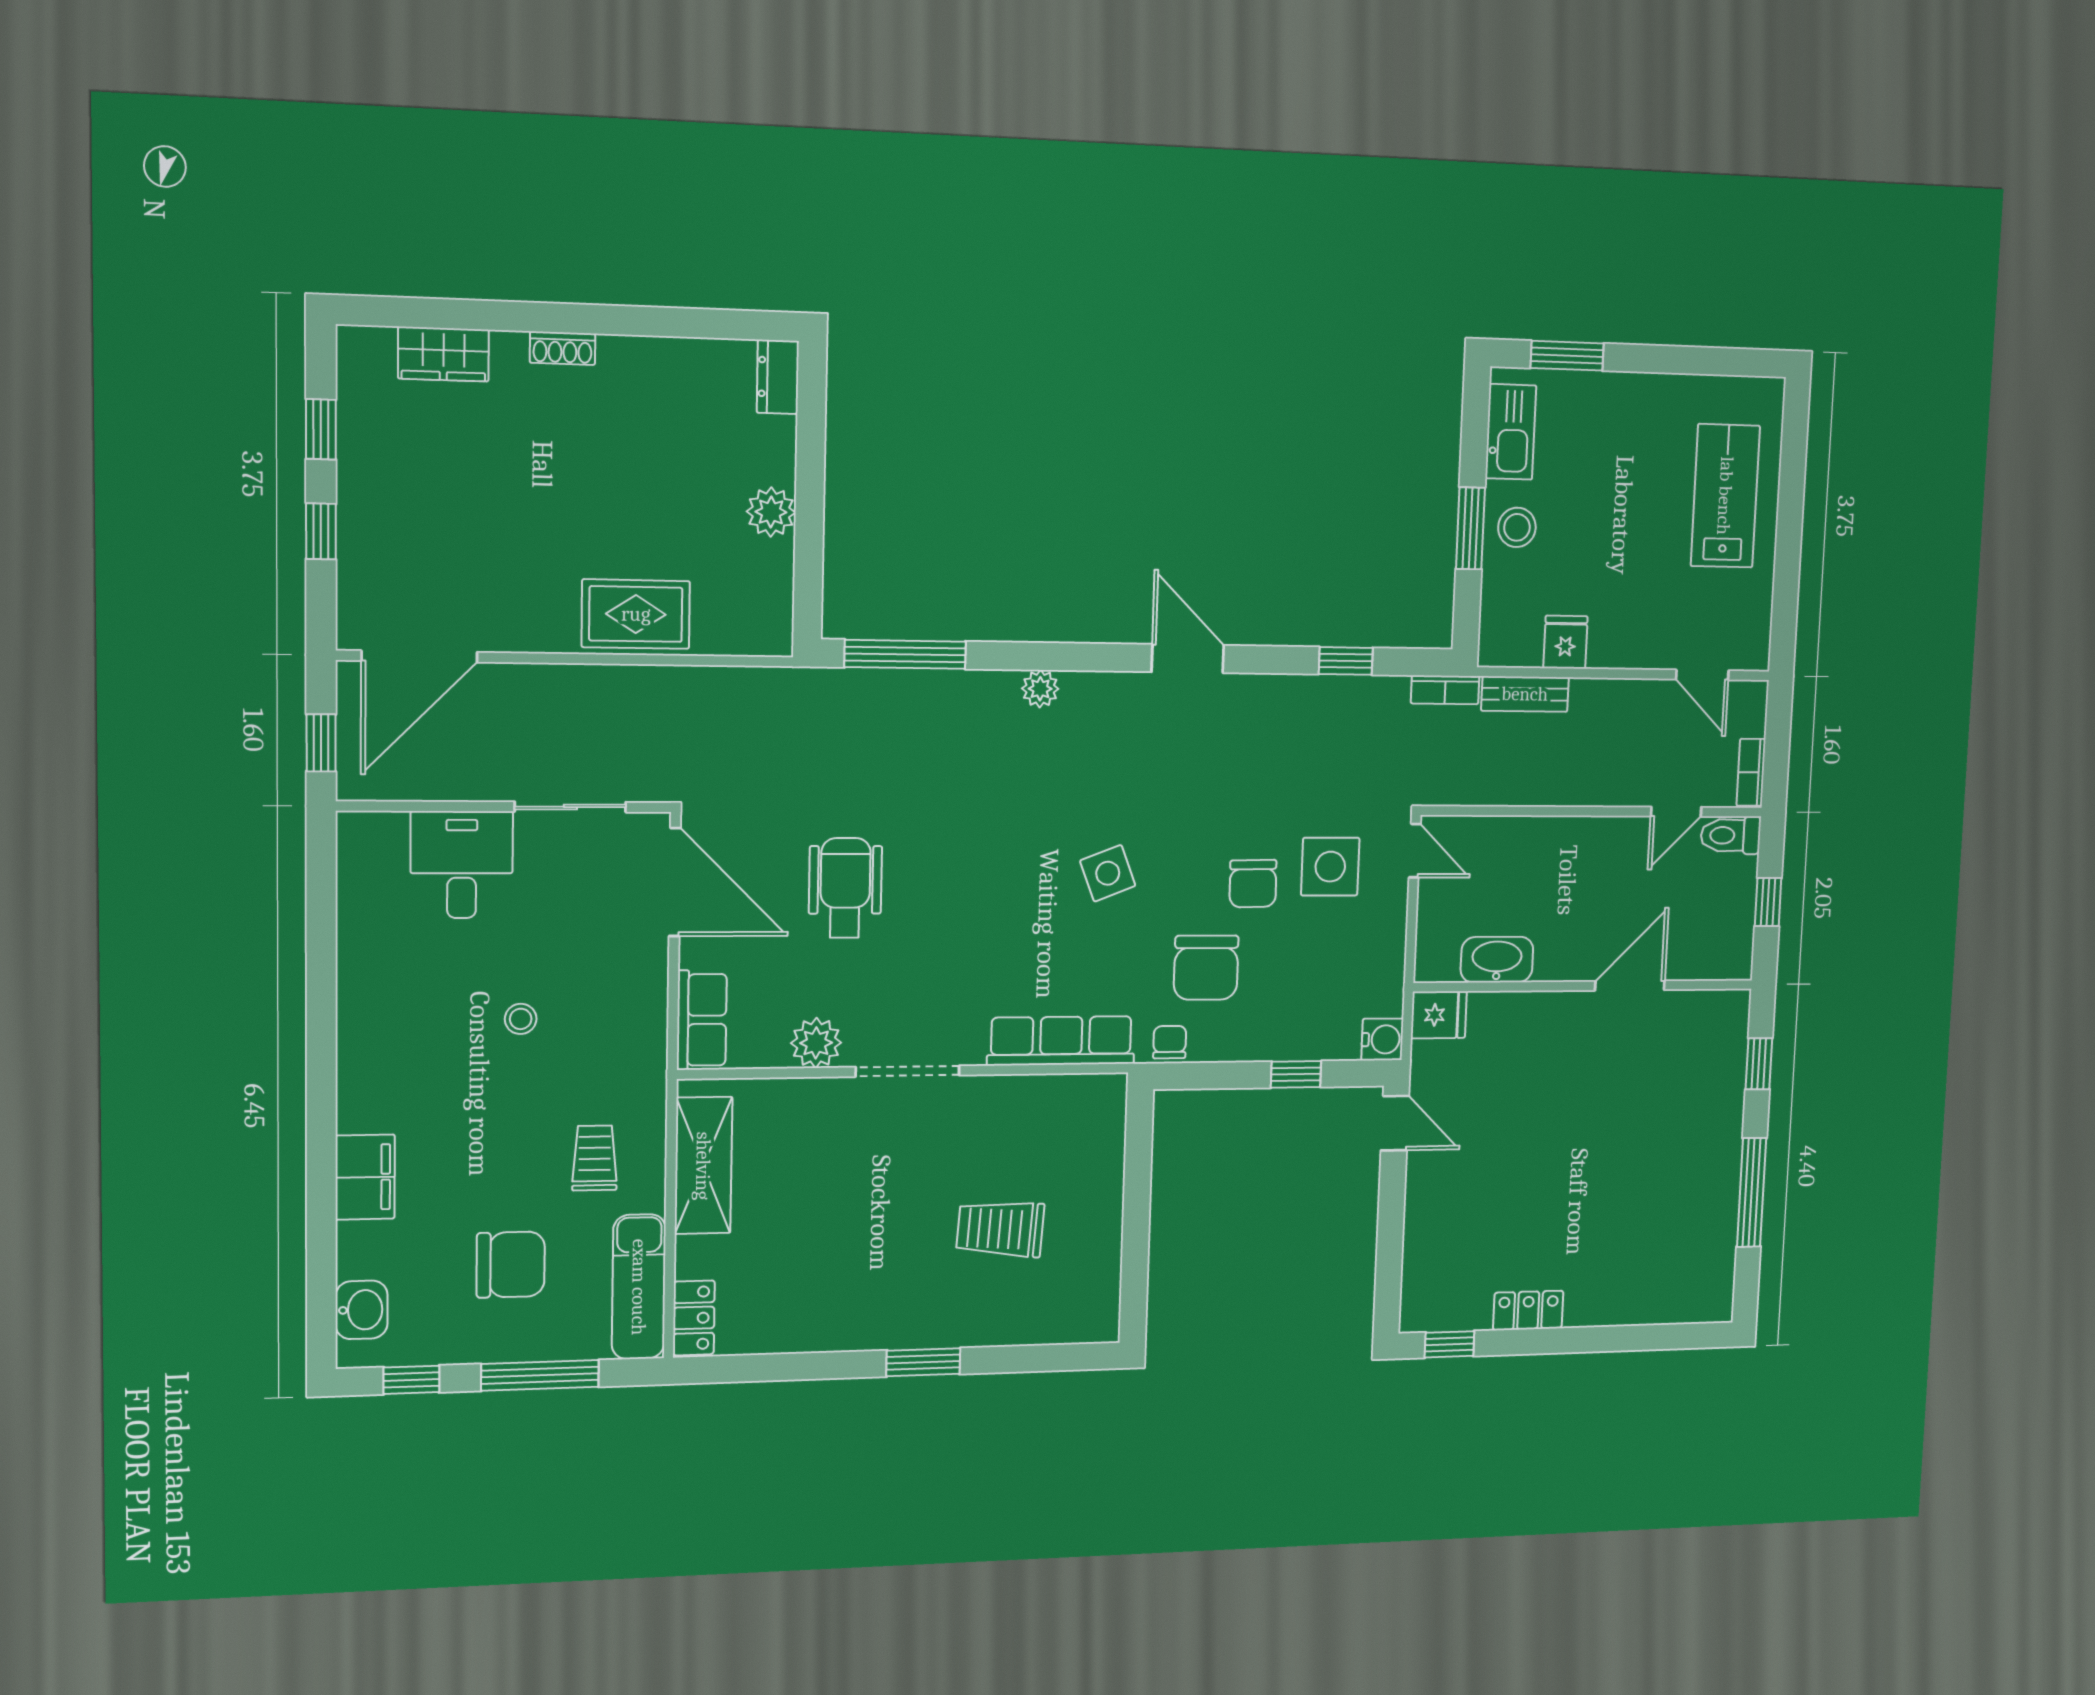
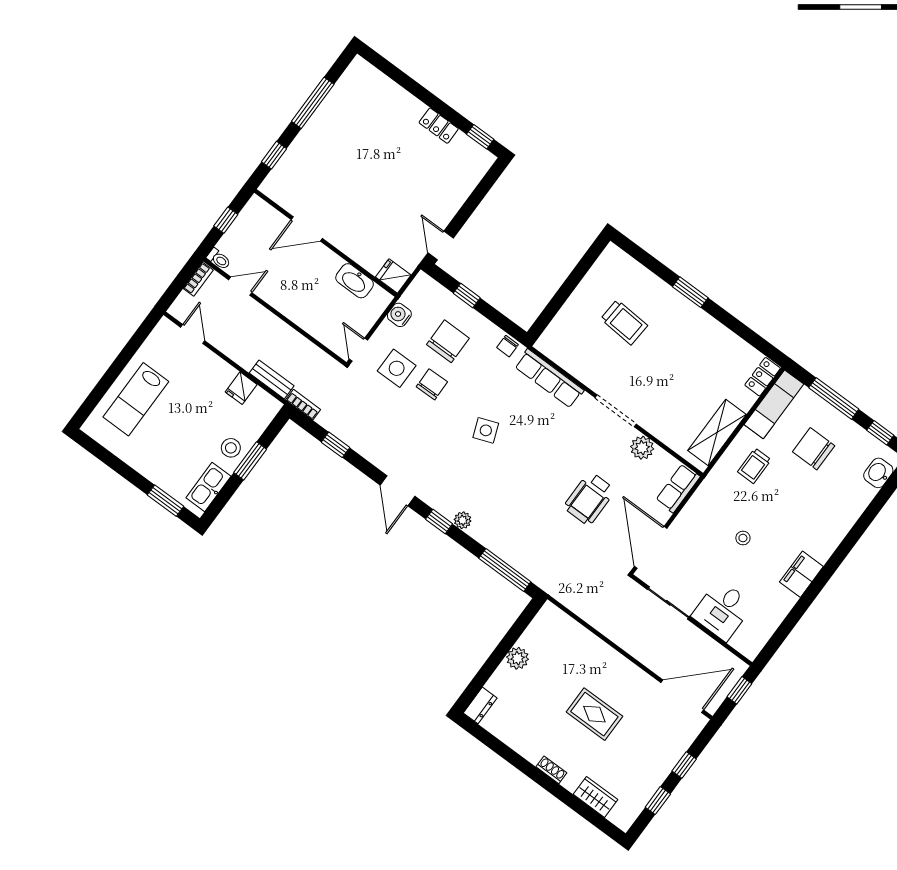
rug: (636, 614) -> (594, 714), moved
window: (1079, 657) -> (439, 521), added
toilet: (1731, 835) -> (219, 259), width x0.73, depth x0.72
chair: (1206, 968) -> (448, 341), moved
water cooler: (1382, 1039) -> (399, 315), moved
filing cabinet: (365, 1177) -> (801, 574), moved

